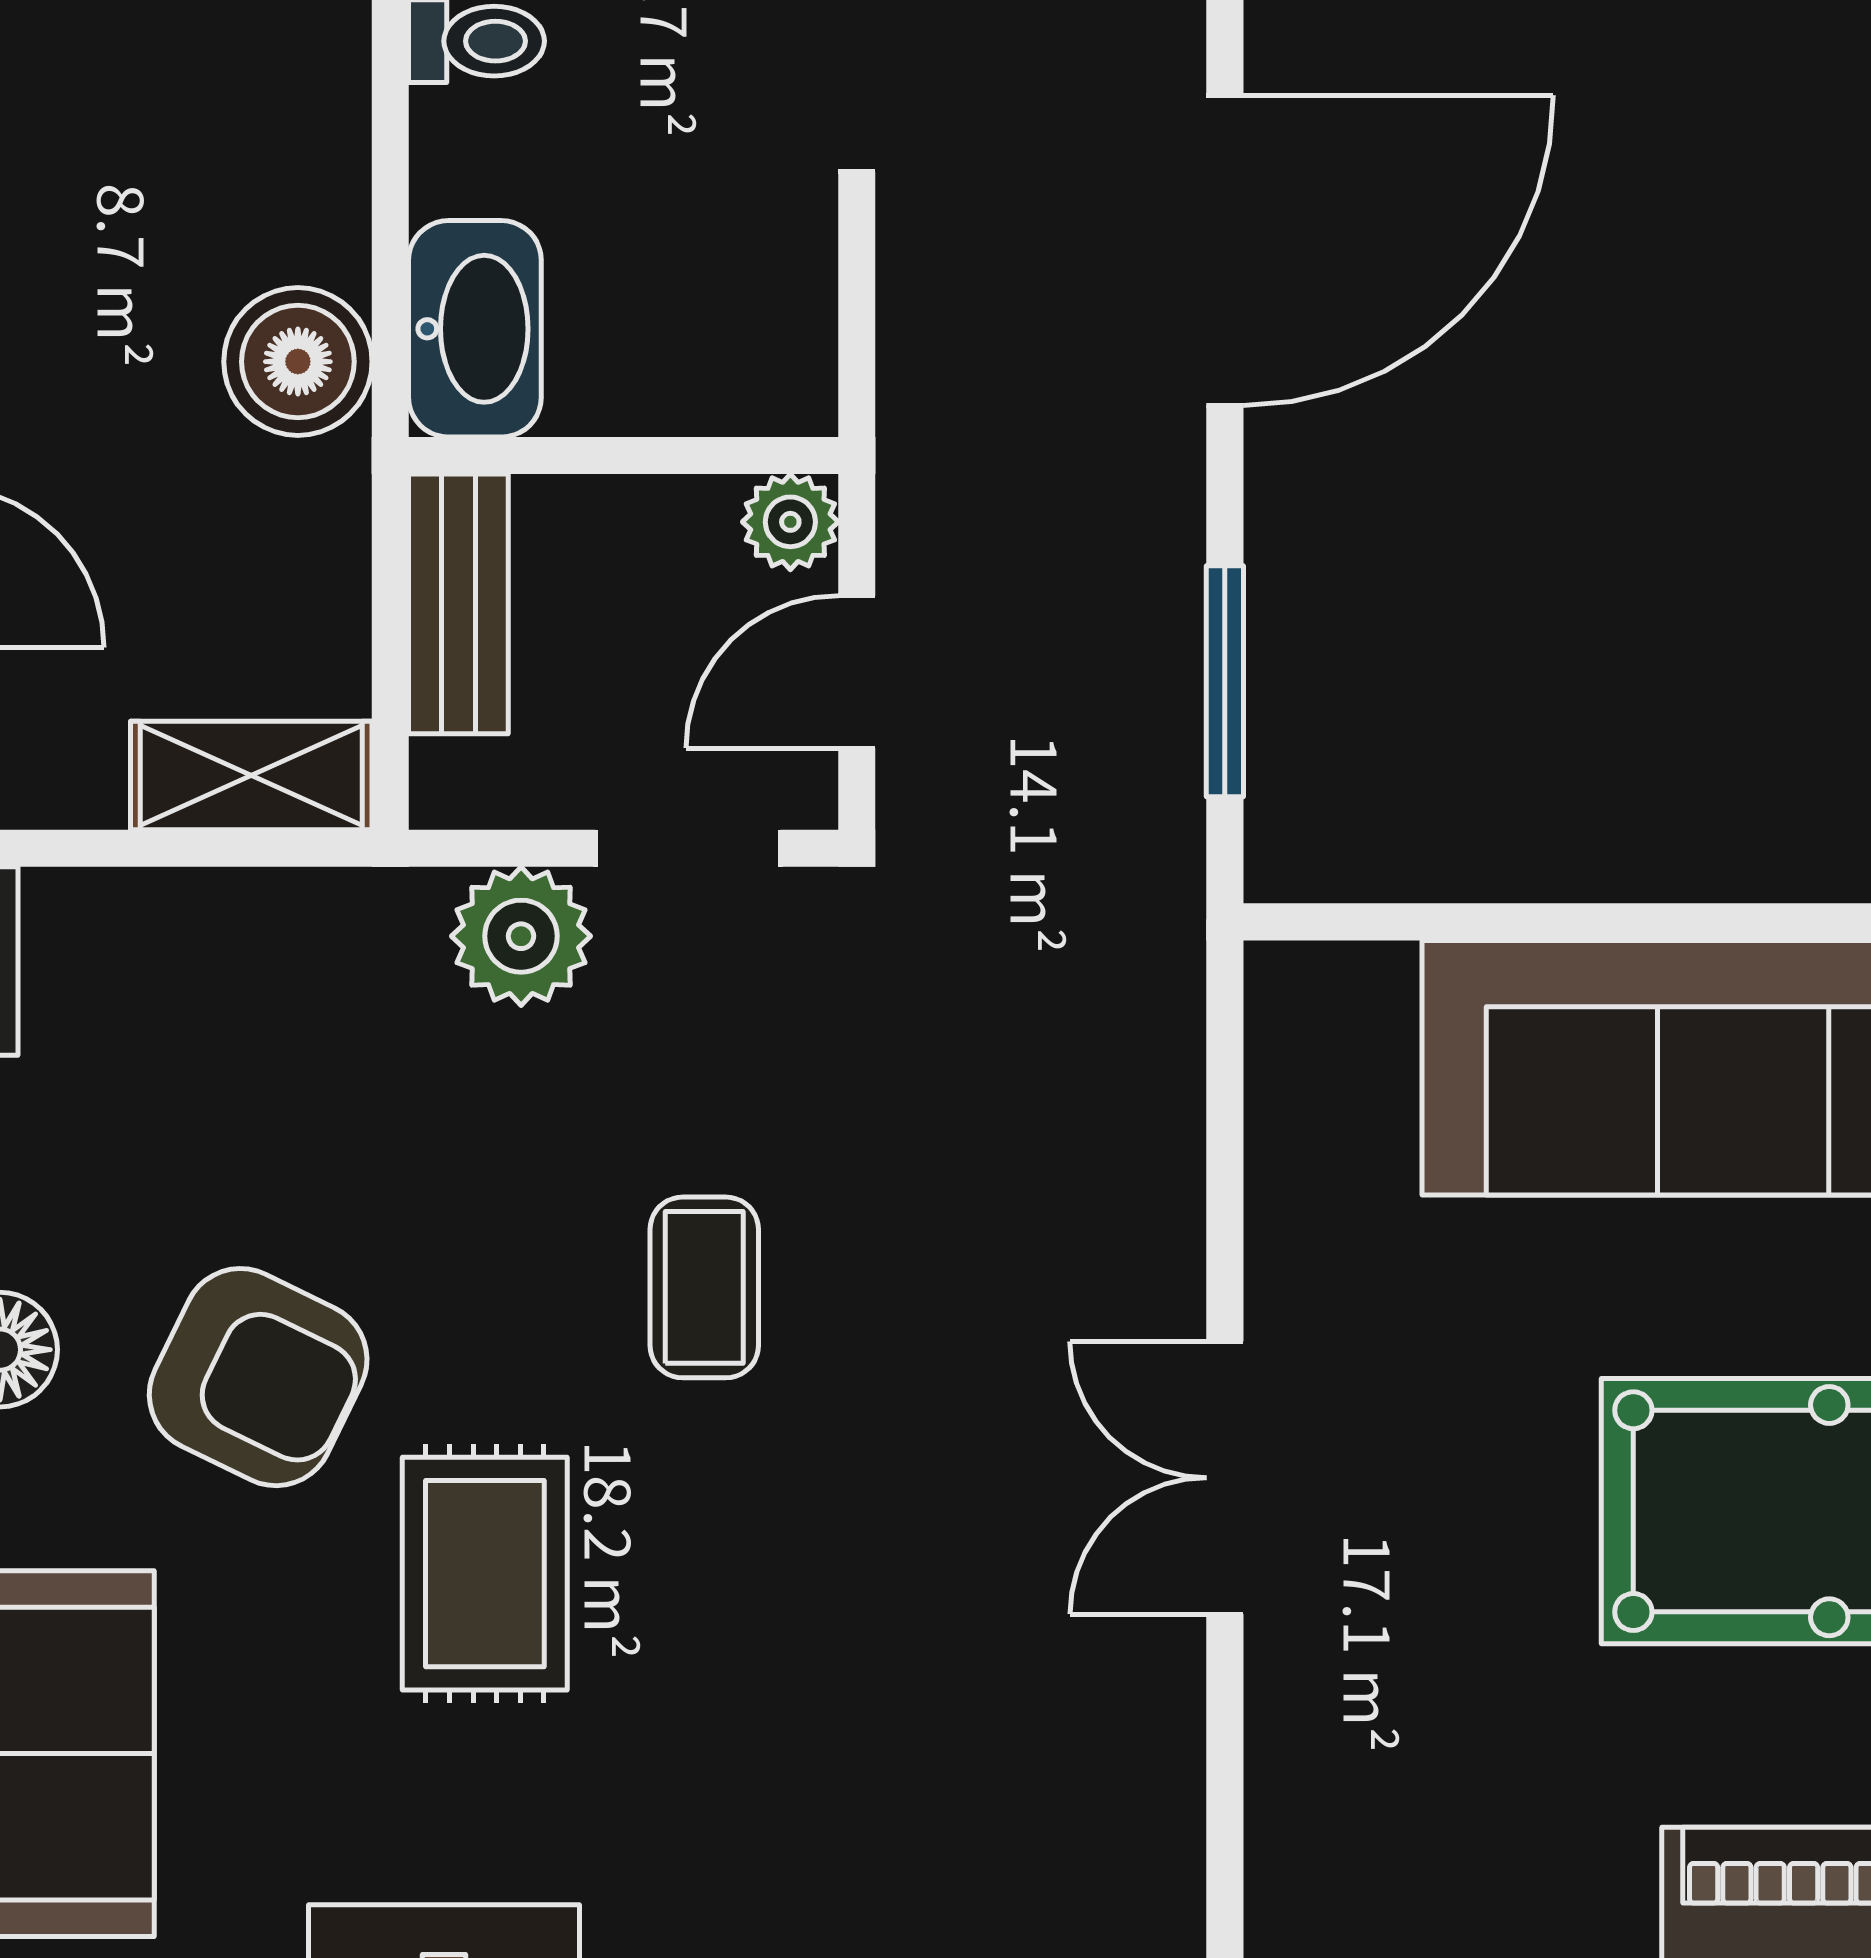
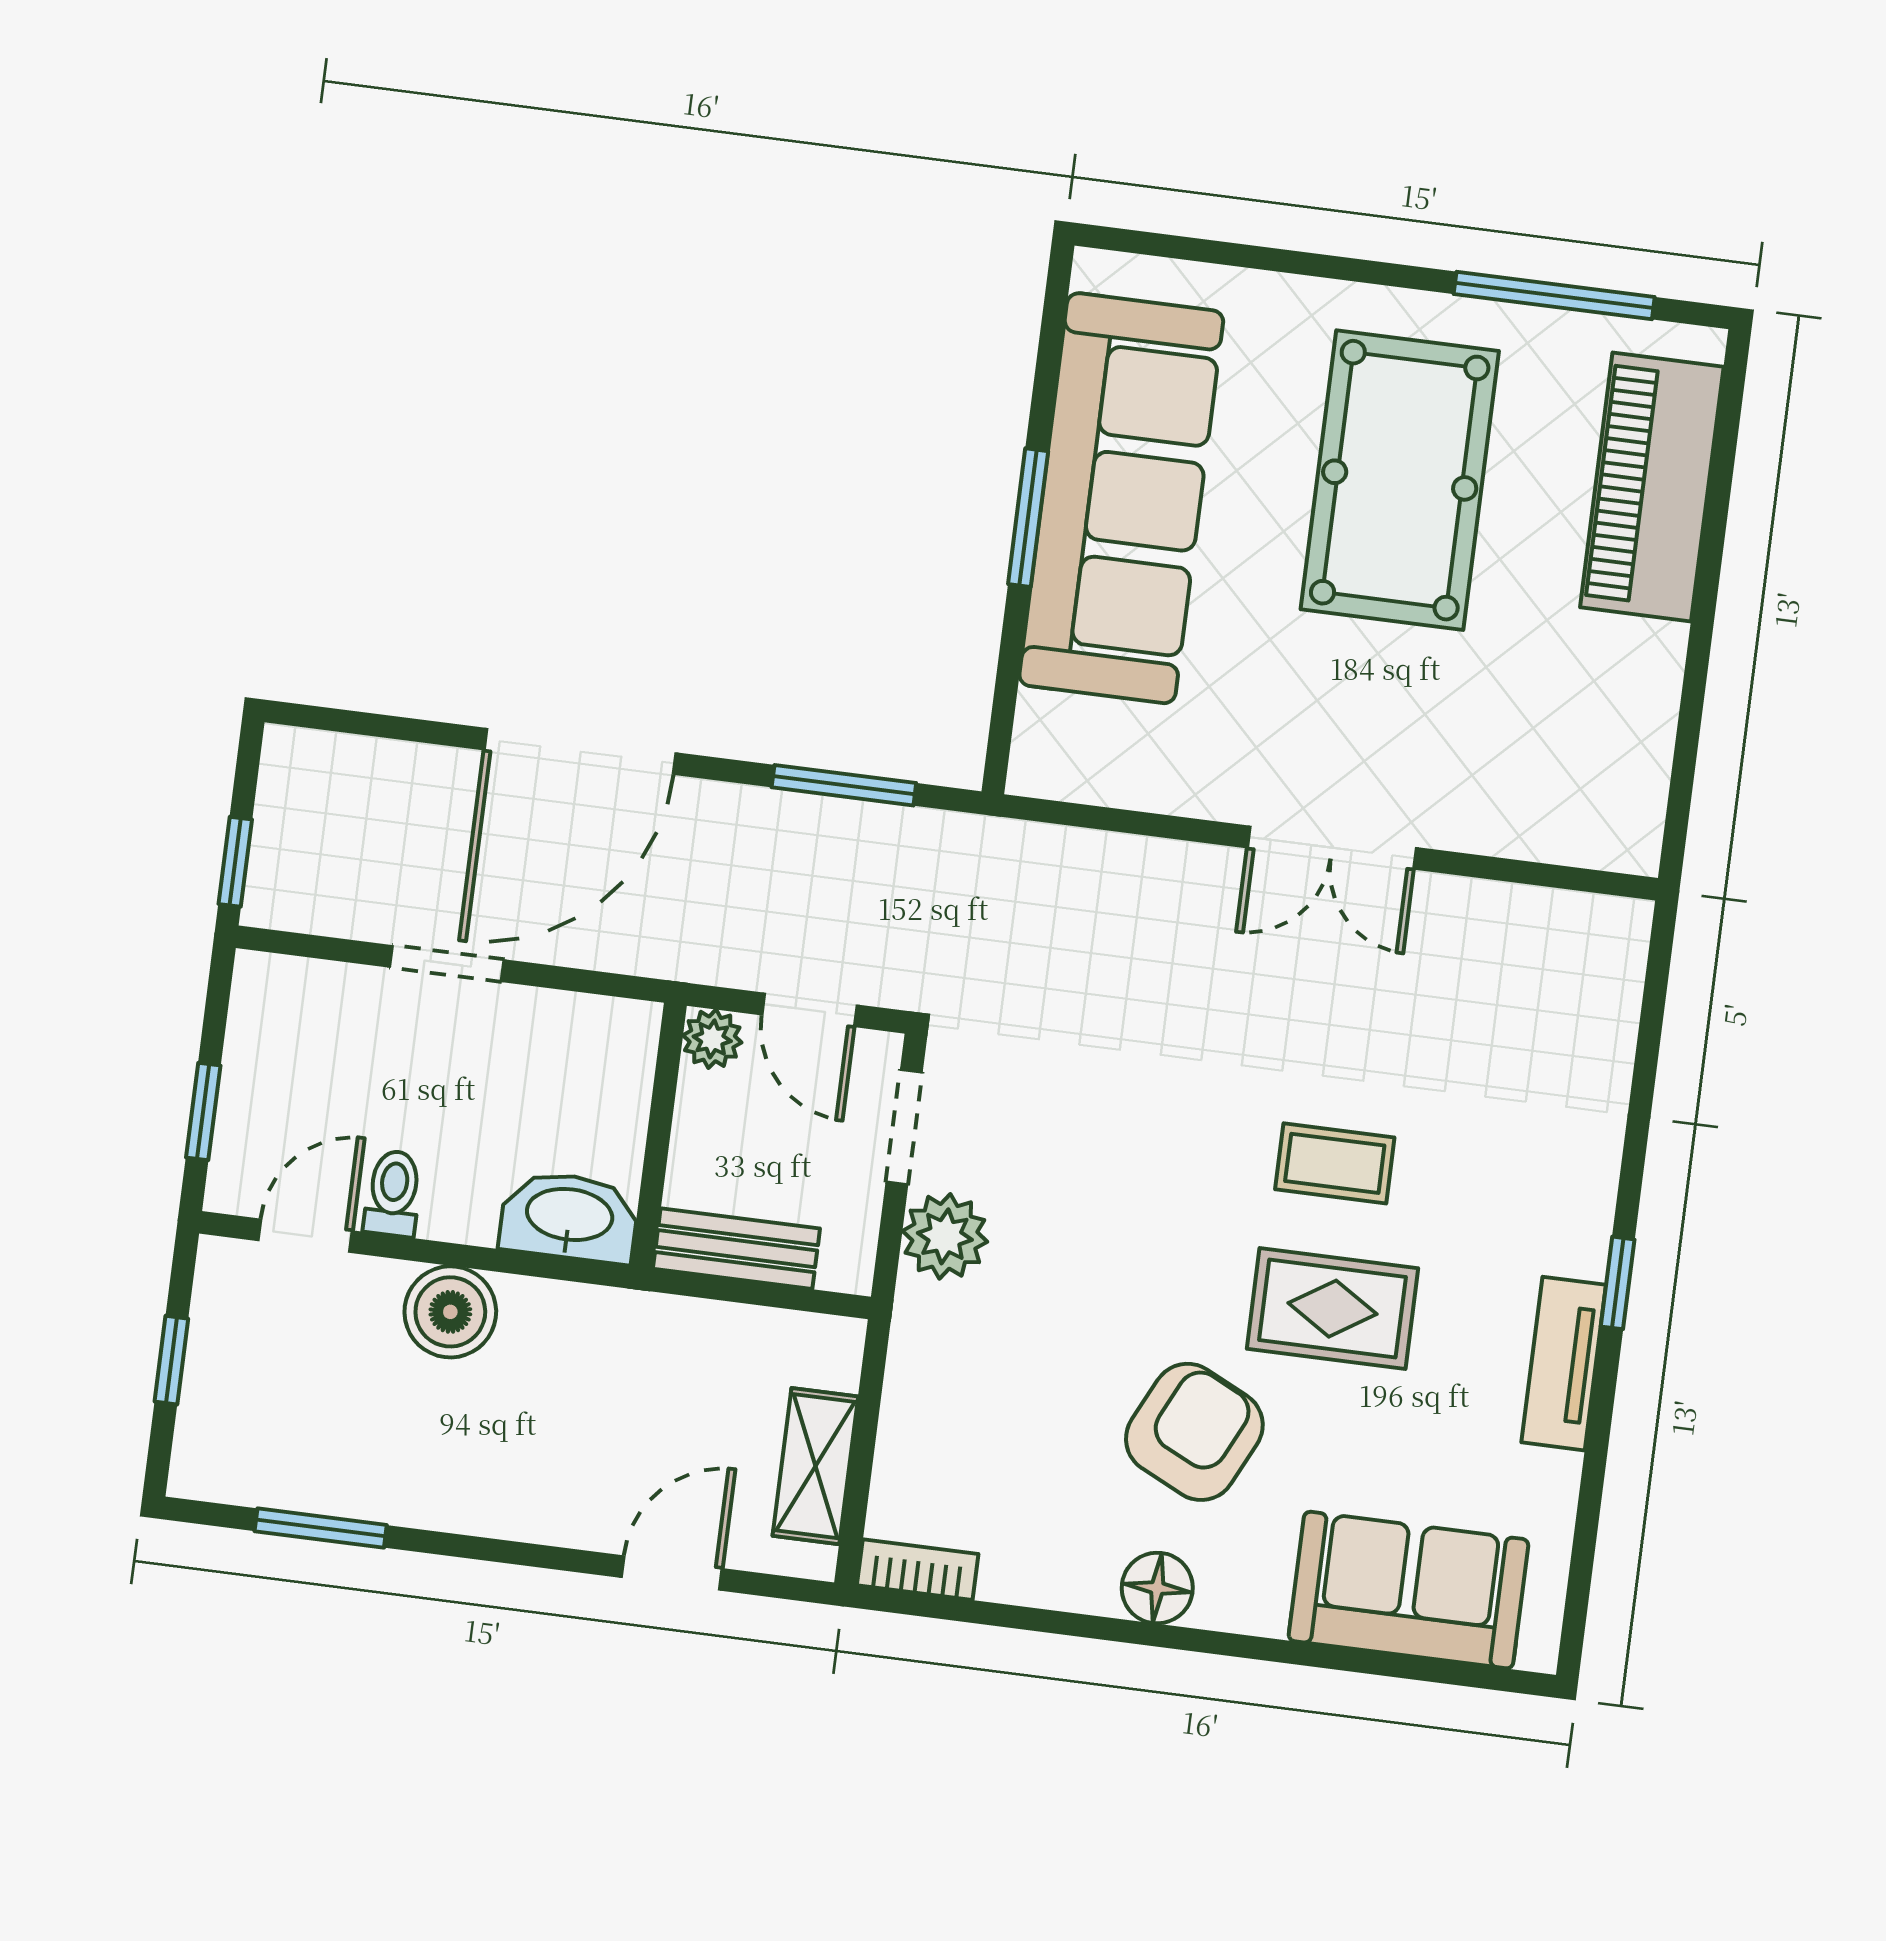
door: (1225, 250) -> (580, 751), swing flipped
boiler: (298, 362) -> (450, 1312), moved
shelving: (251, 776) -> (815, 1466), moved
window: (1693, 922) -> (1028, 518), added
coffee table: (704, 1287) -> (1335, 1163), moved

